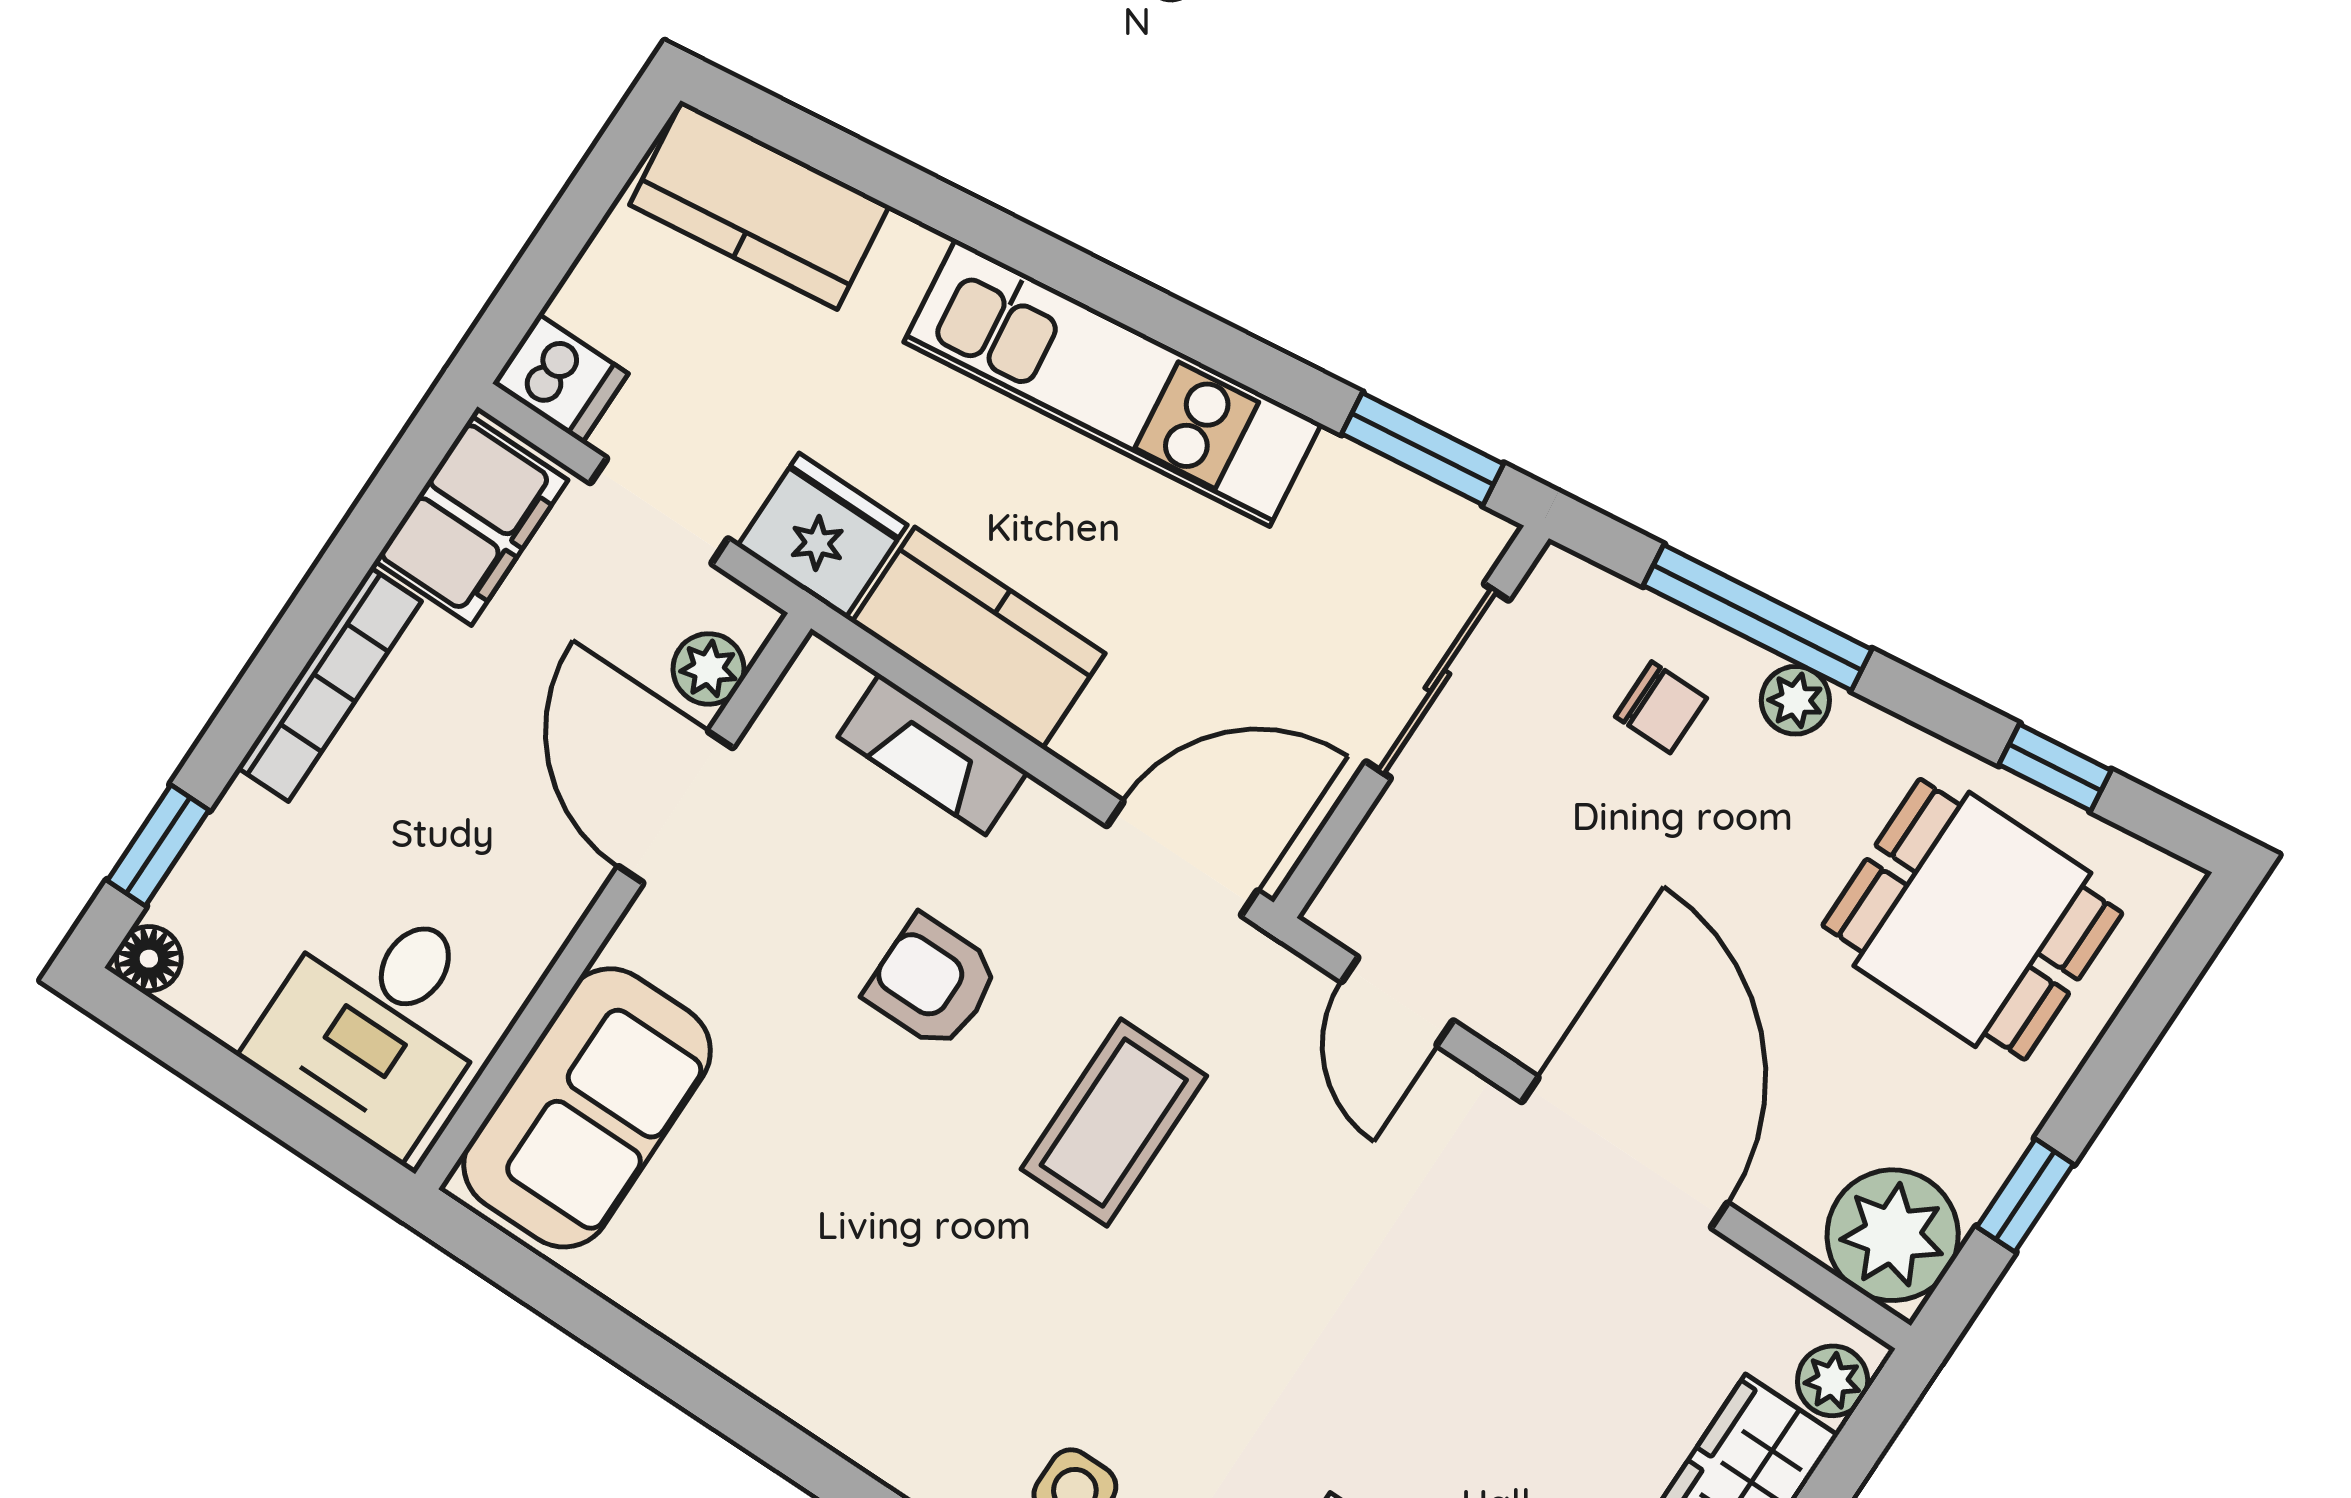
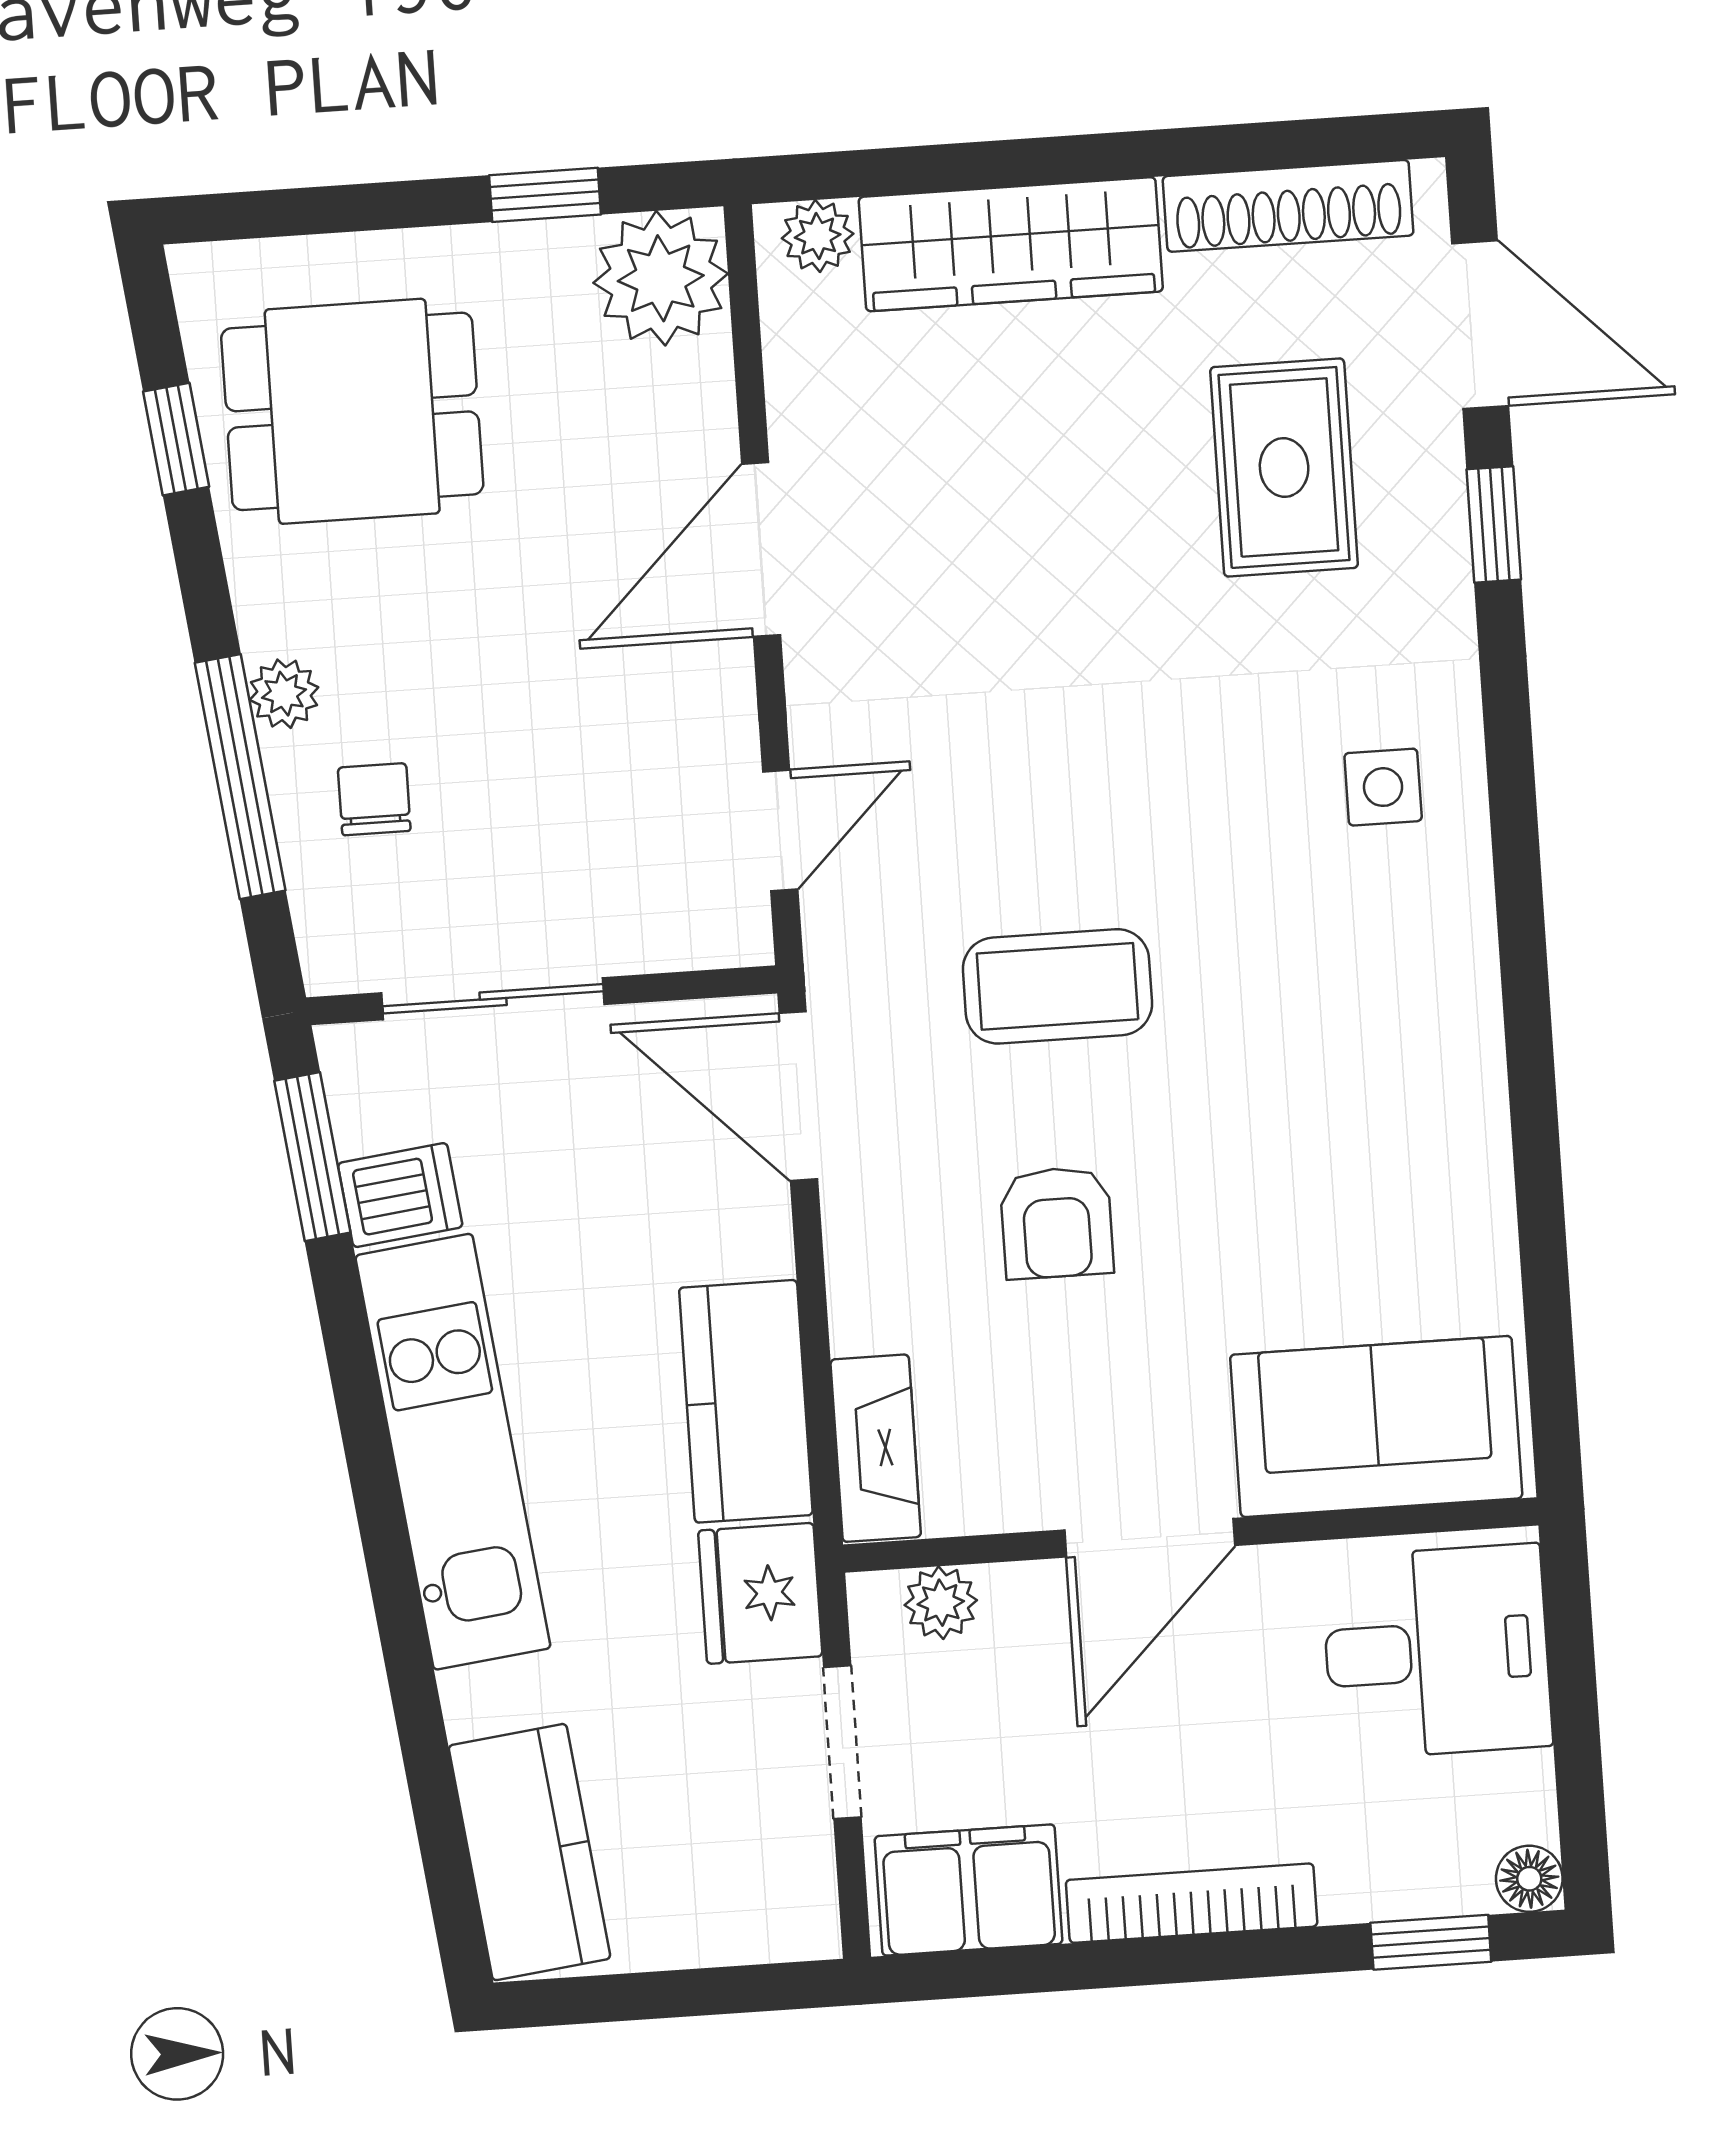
dishwasher: (560, 379) -> (400, 1195), moved, turned 83
fireplace: (933, 754) -> (876, 1448), moved
door: (676, 807) -> (1150, 1538), moved
dining table: (1972, 919) -> (352, 411), turned 90
door: (1625, 1152) -> (761, 550), width x0.73

